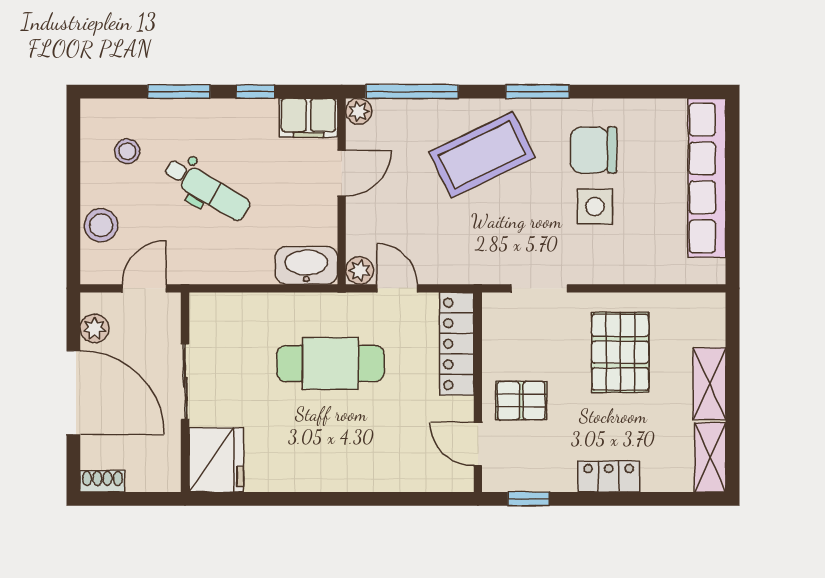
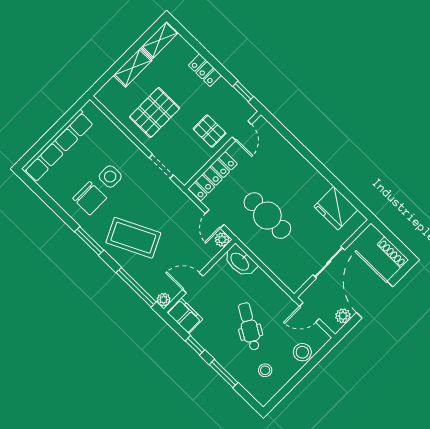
fridge: (216, 460) -> (336, 208), moved, turned -90
shoe rack: (102, 481) -> (393, 252), width x1.43

